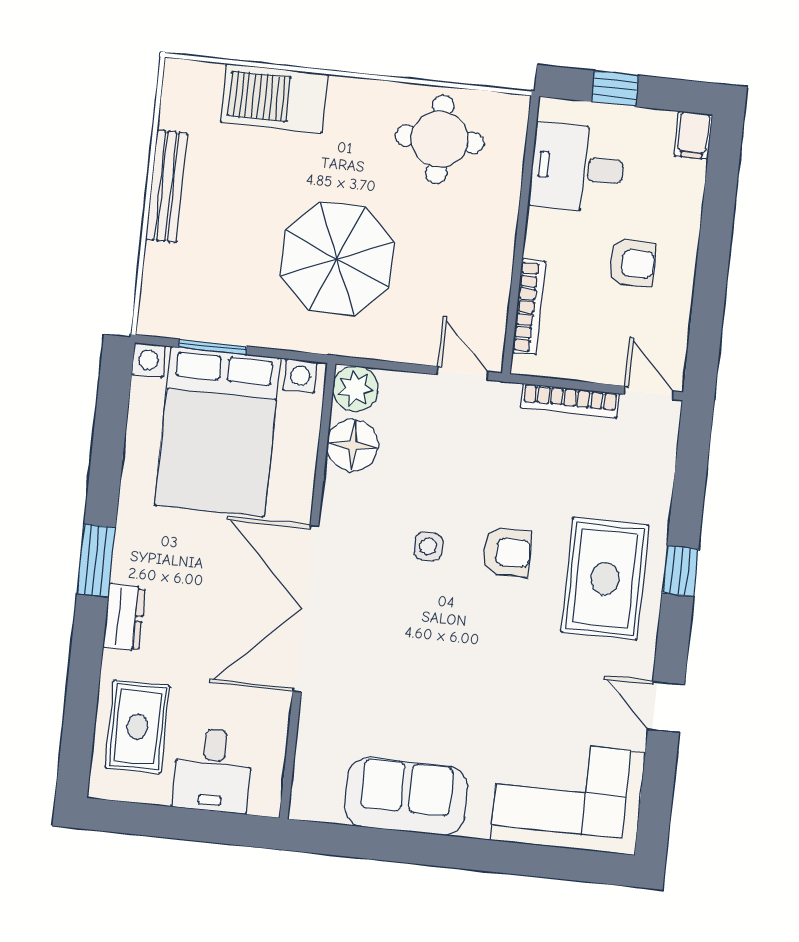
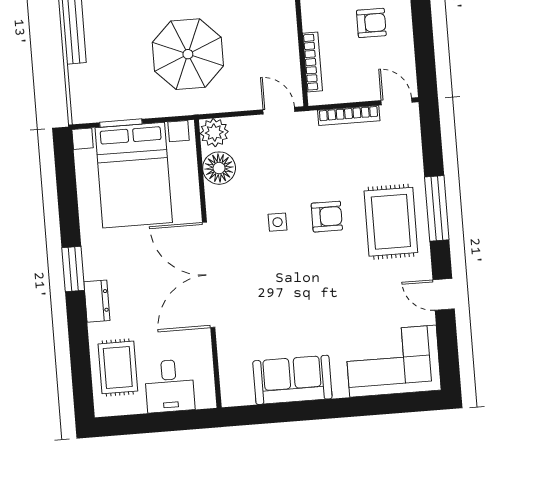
window: (680, 571) -> (437, 208), width x2.17

